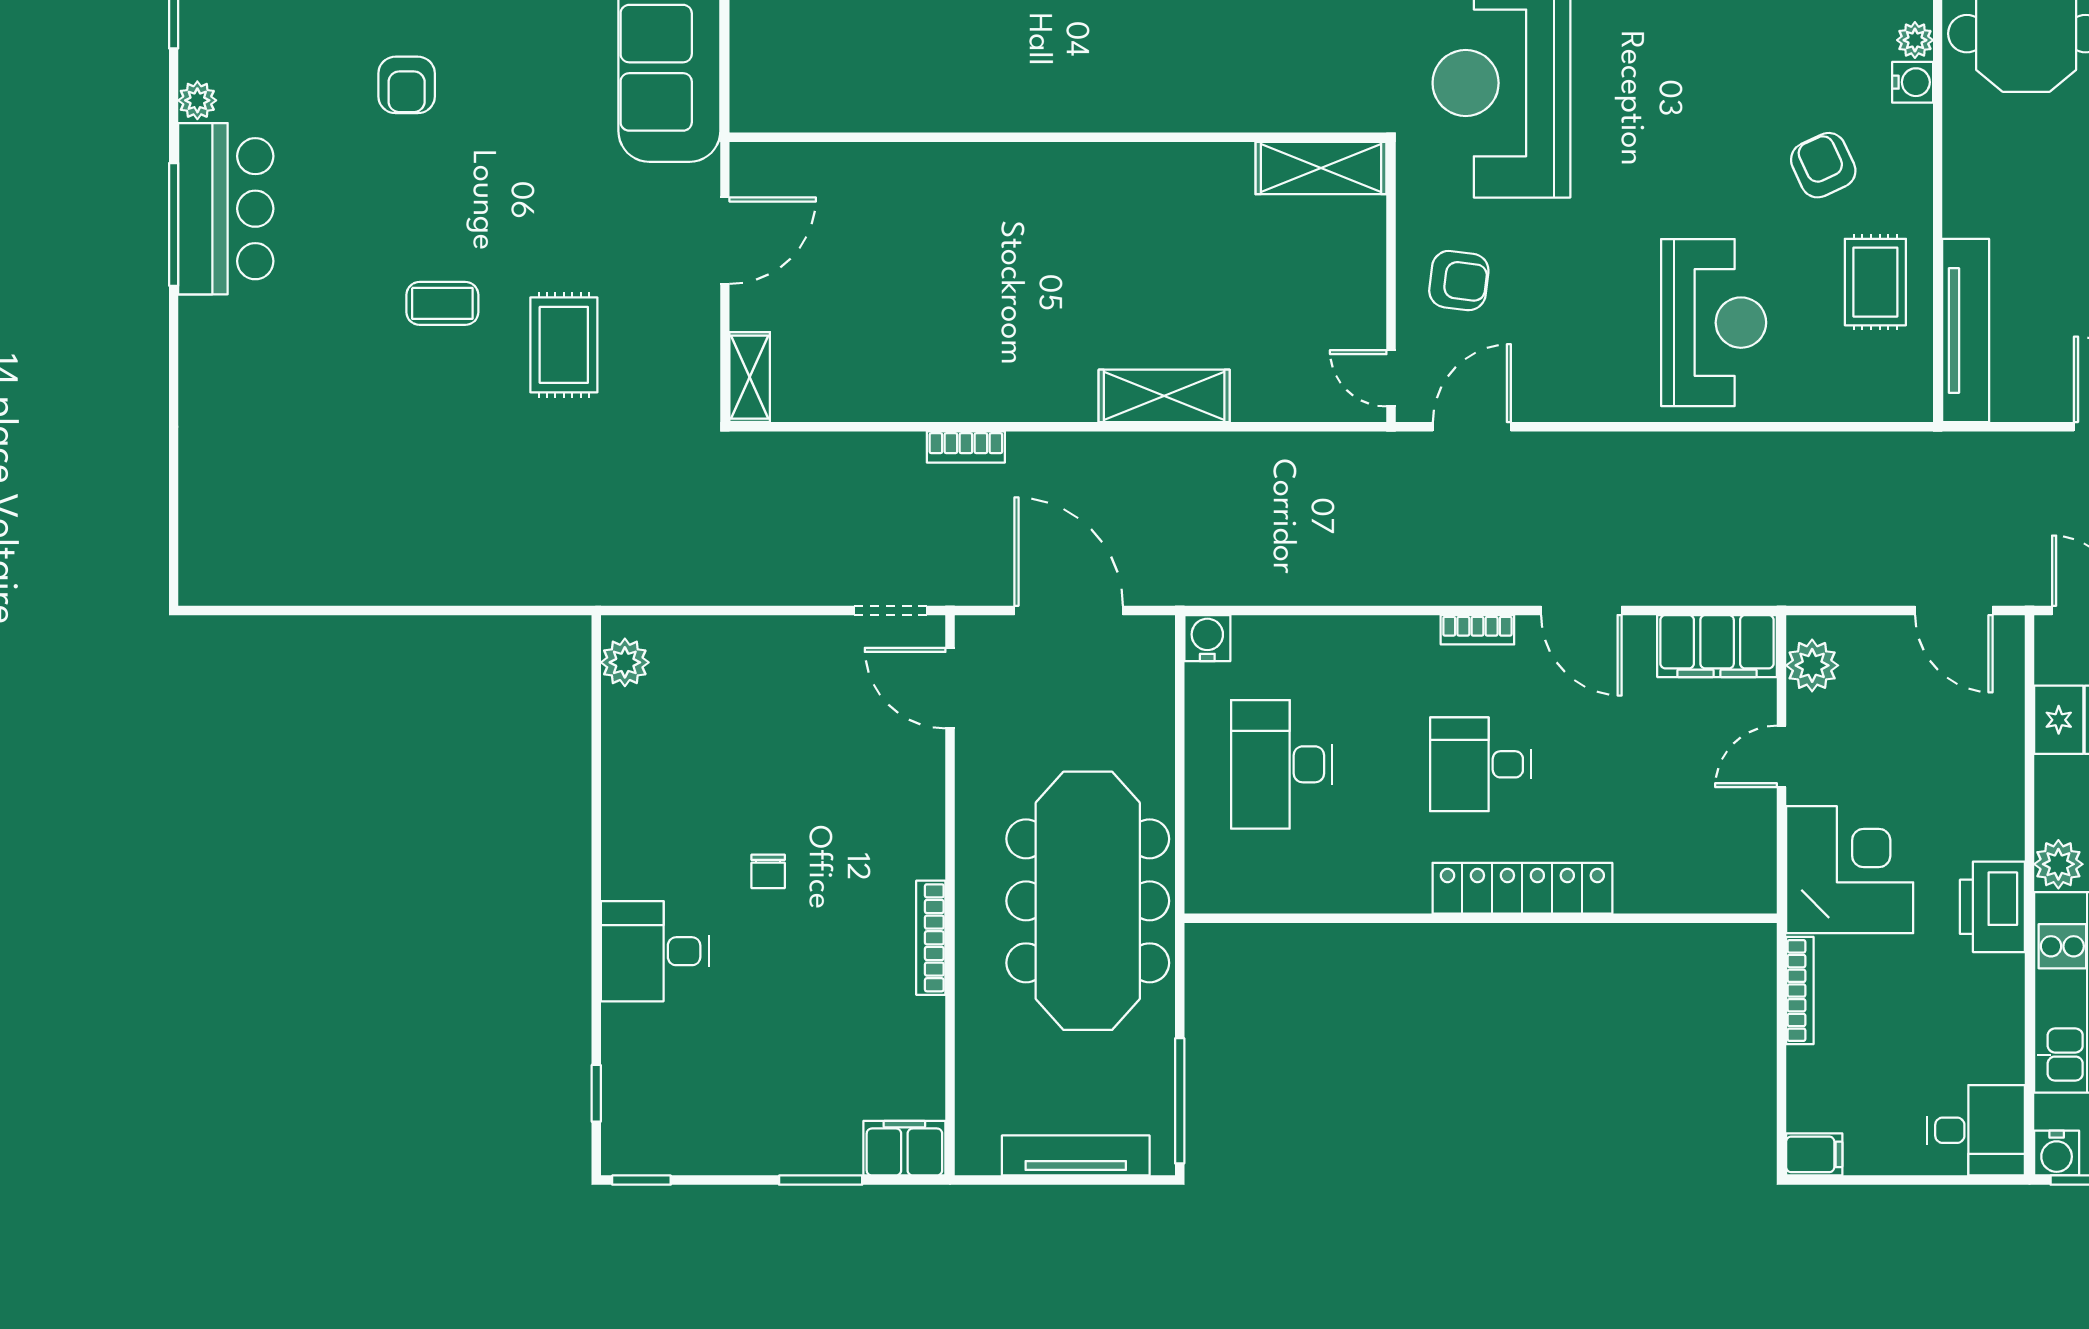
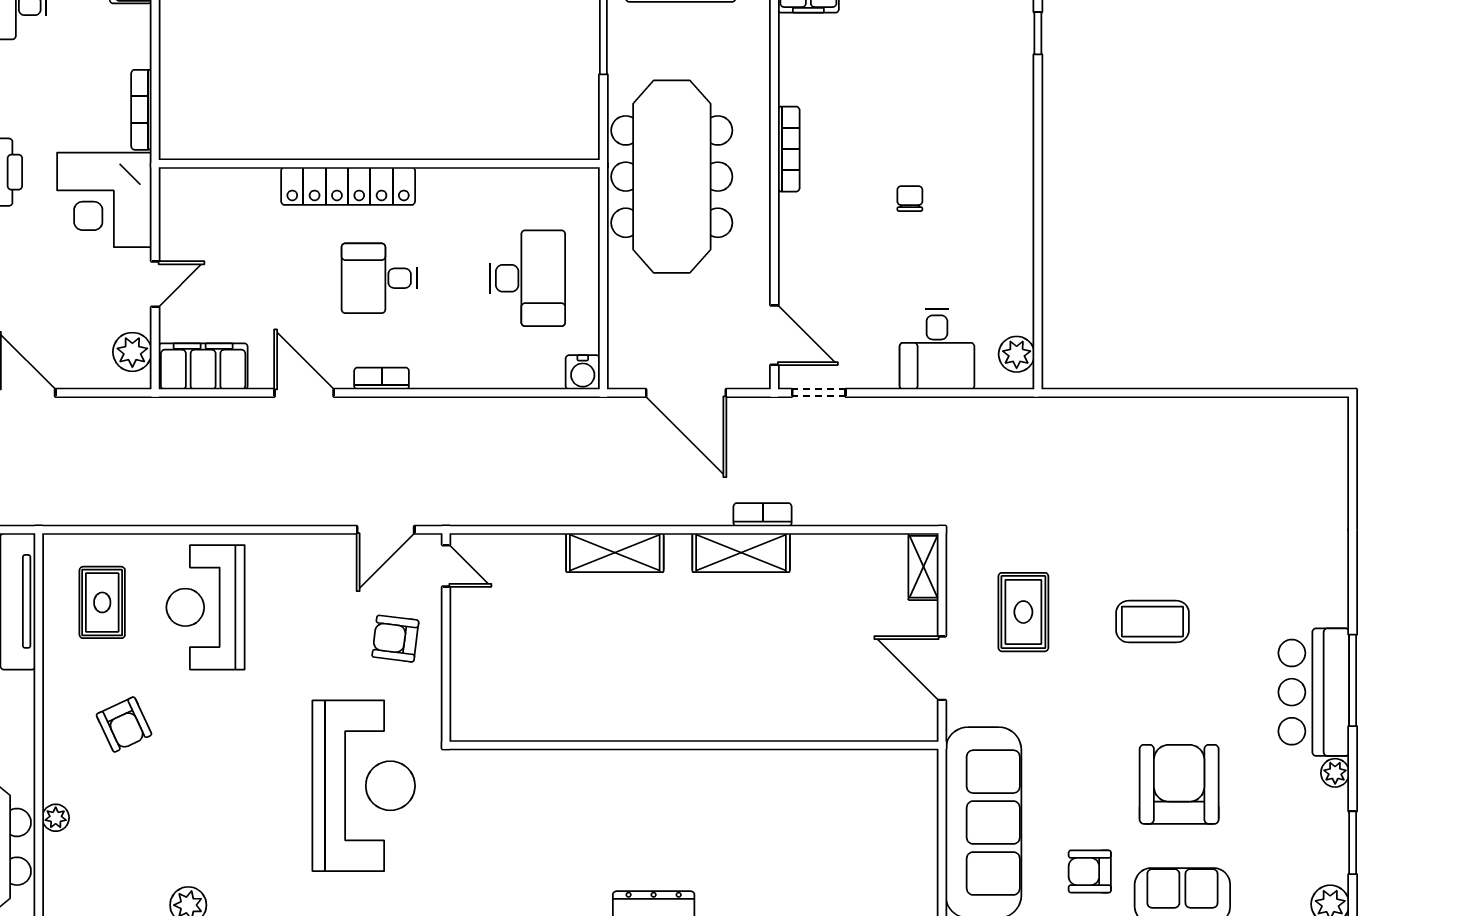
water cooler: (1913, 82) -> (57, 786), removed
armchair: (407, 85) -> (1179, 784), width x1.88, depth x1.88
shelving: (1321, 168) -> (741, 553), moved
door: (725, 241) -> (942, 668), hinge flipped
rug: (1875, 282) -> (102, 602), moved
coffee table: (442, 303) -> (1152, 622), width x1.36, depth x1.30
rug: (564, 345) -> (1023, 612), moved
desk: (1481, 764) -> (379, 278), turned 180
desk: (655, 951) -> (937, 349), moved, turned 90

